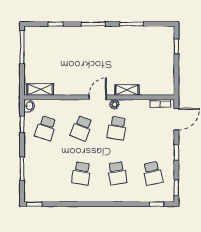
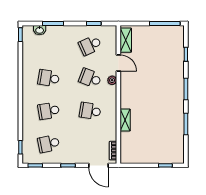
door: (98, 97) -> (118, 63), moved
plant: (114, 104) -> (112, 80), moved
washbasin: (29, 106) -> (40, 30), moved
school desk: (46, 128) -> (90, 45), turned -42

